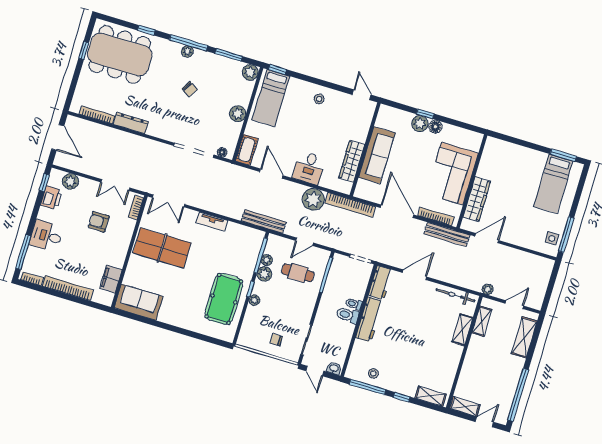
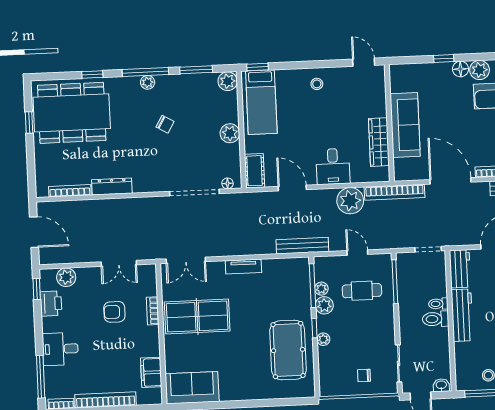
plant: (420, 124) -> (480, 70), moved
bookcase: (136, 208) -> (153, 311), moved
door: (305, 242) -> (357, 253), swing flipped

